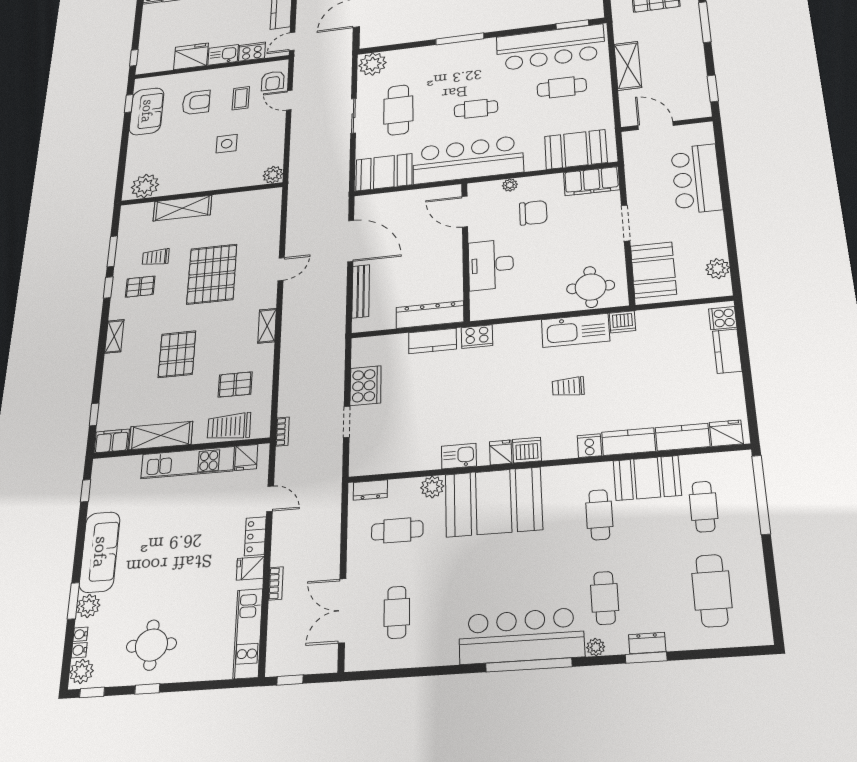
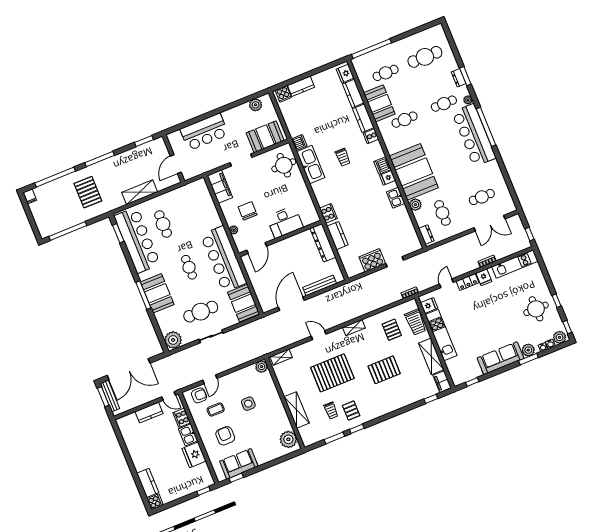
booth: (576, 149) -> (157, 293), moved
shelving: (114, 336) -> (281, 357), moved

